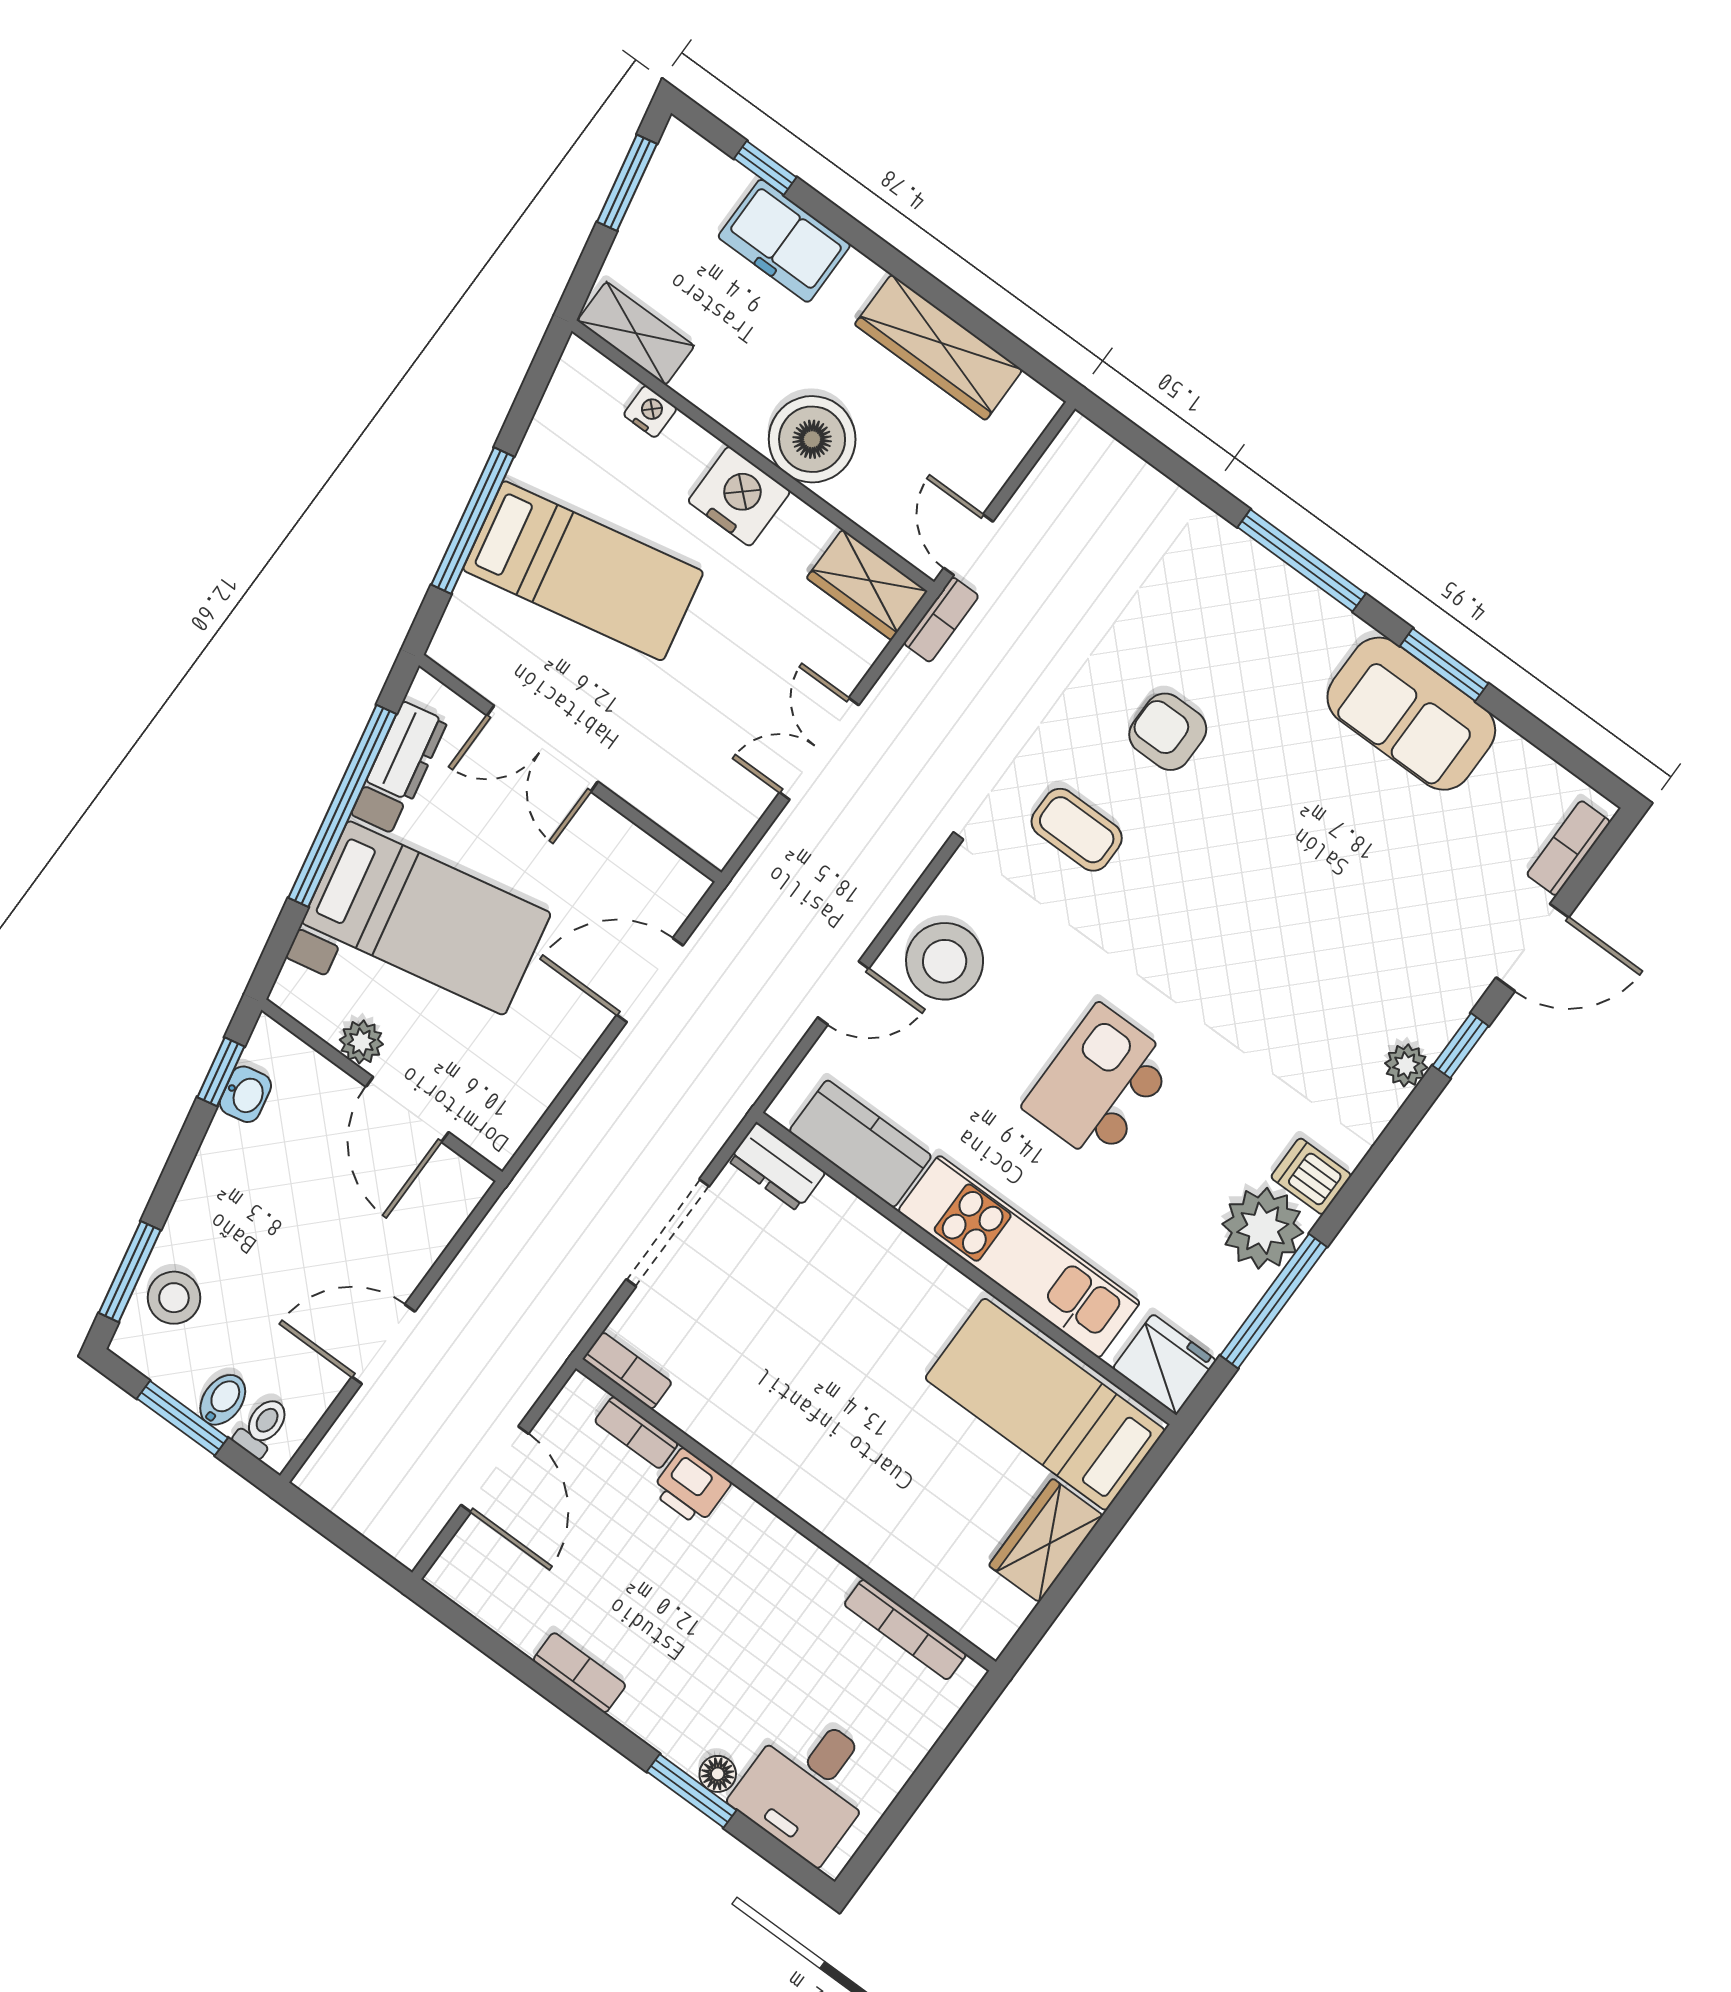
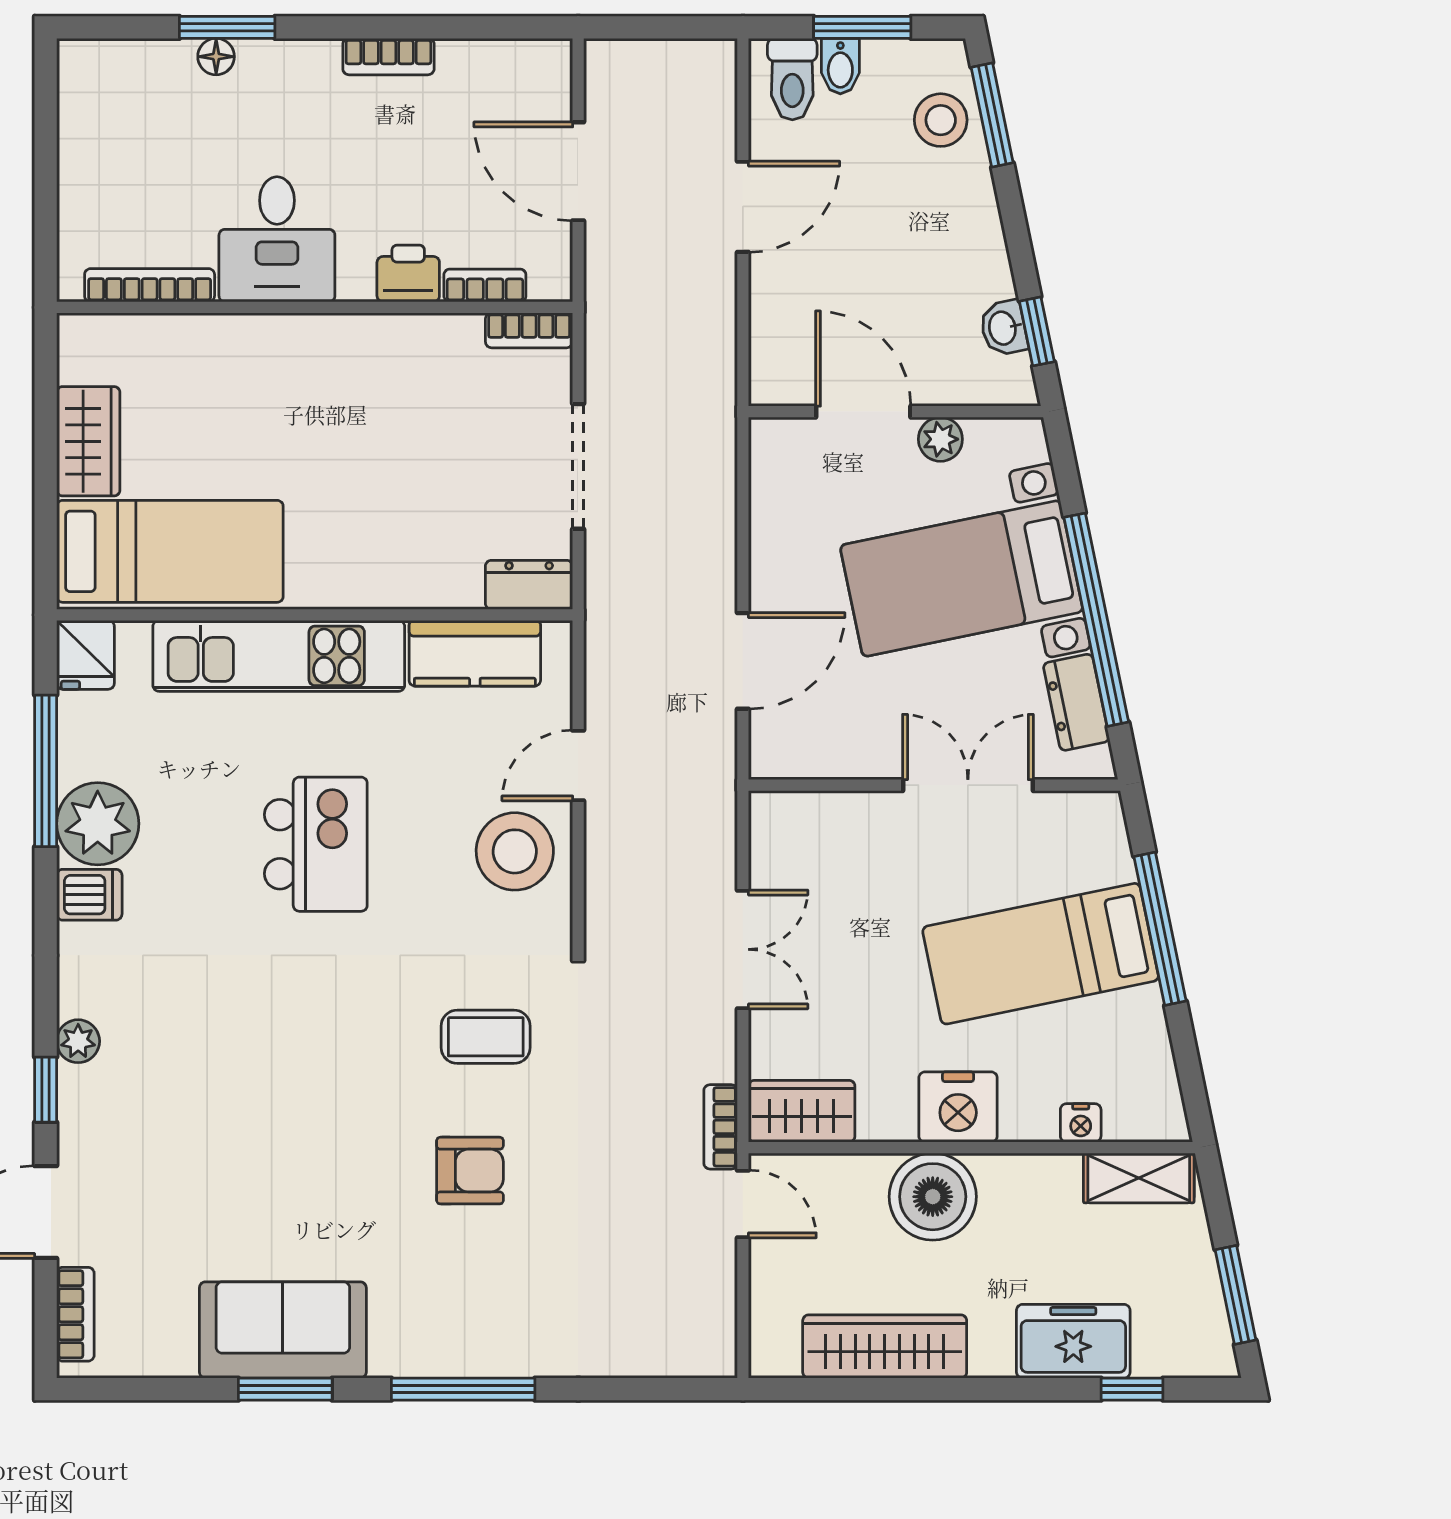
fridge: (1165, 1364) -> (85, 655), width x0.72
toilet: (262, 1427) -> (792, 79), width x1.37, depth x1.39
desk: (808, 1786) -> (277, 239), moved, turned 180

